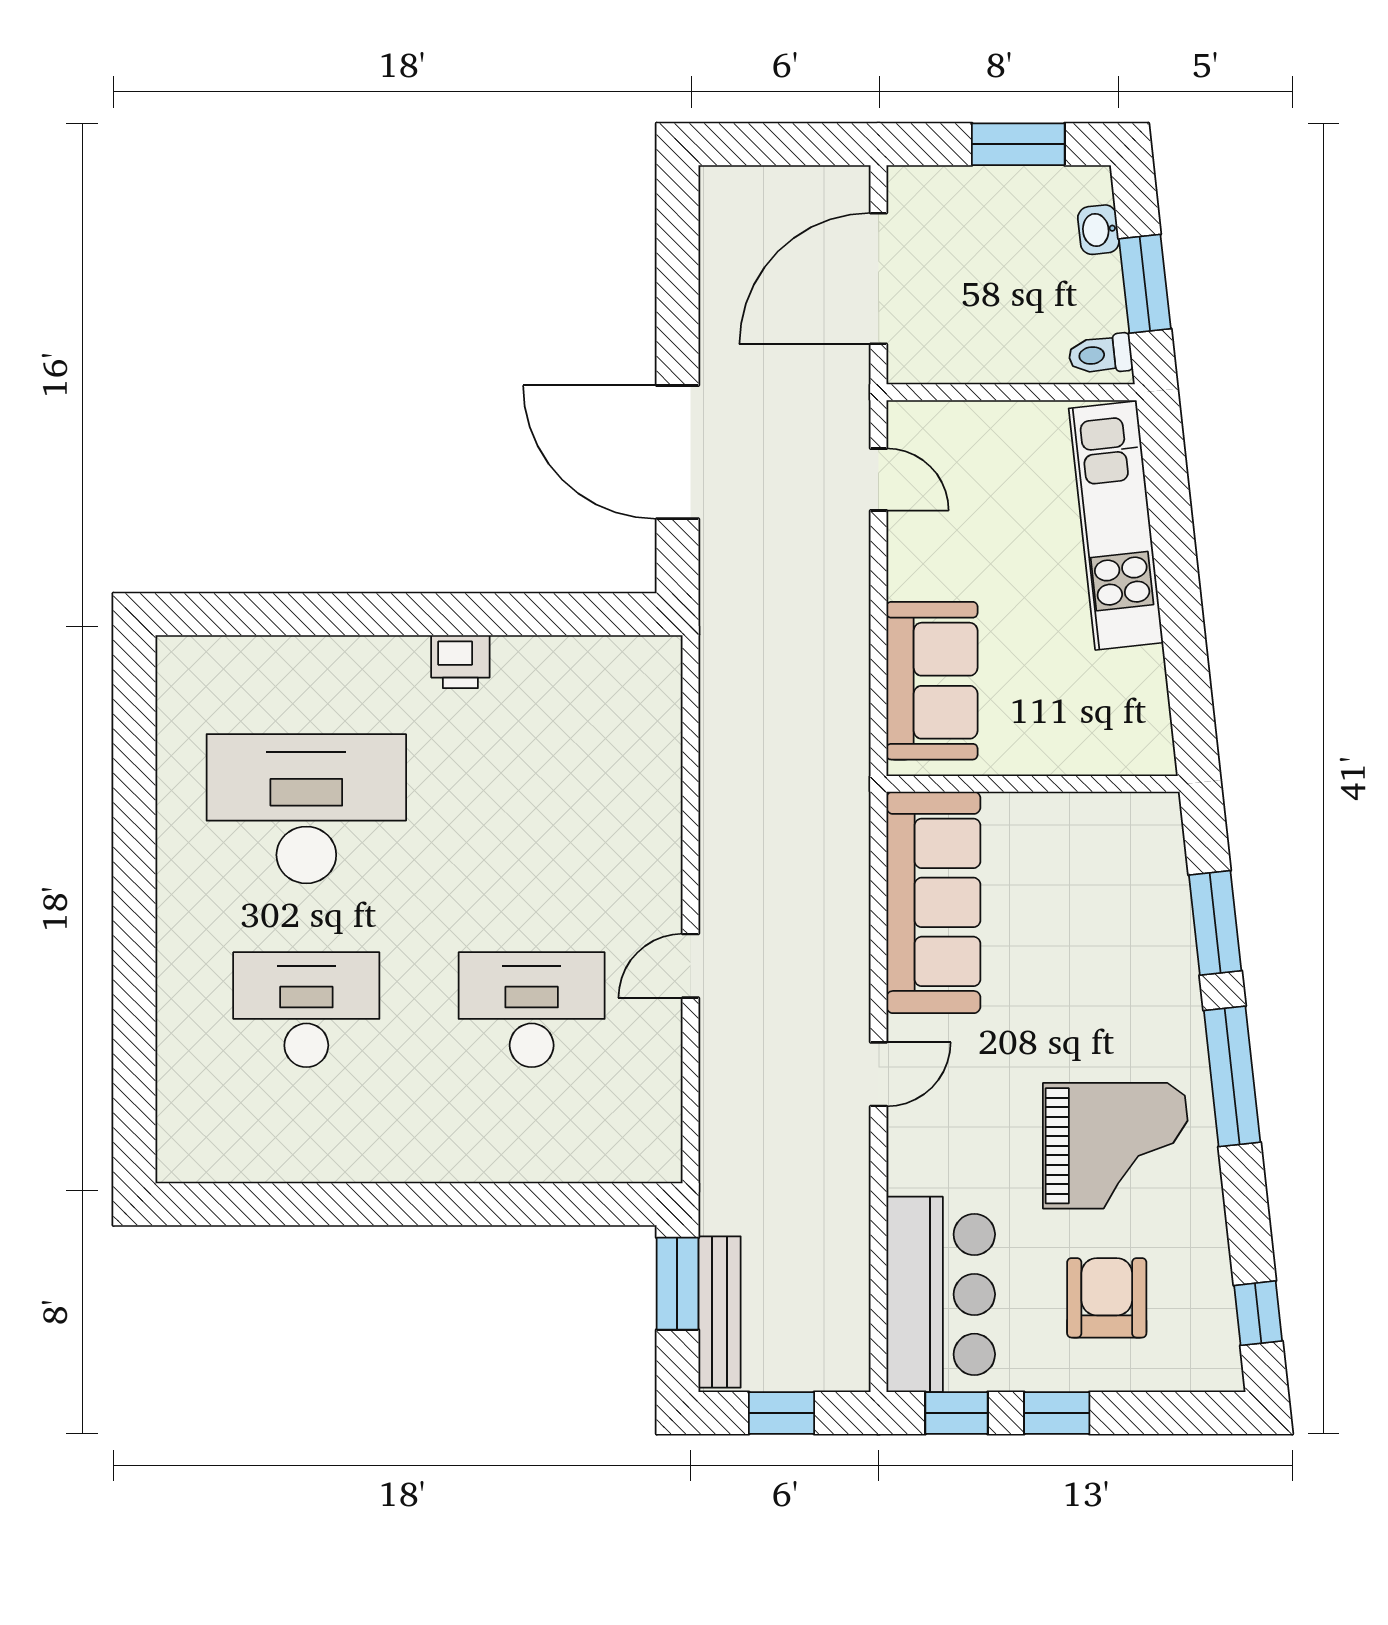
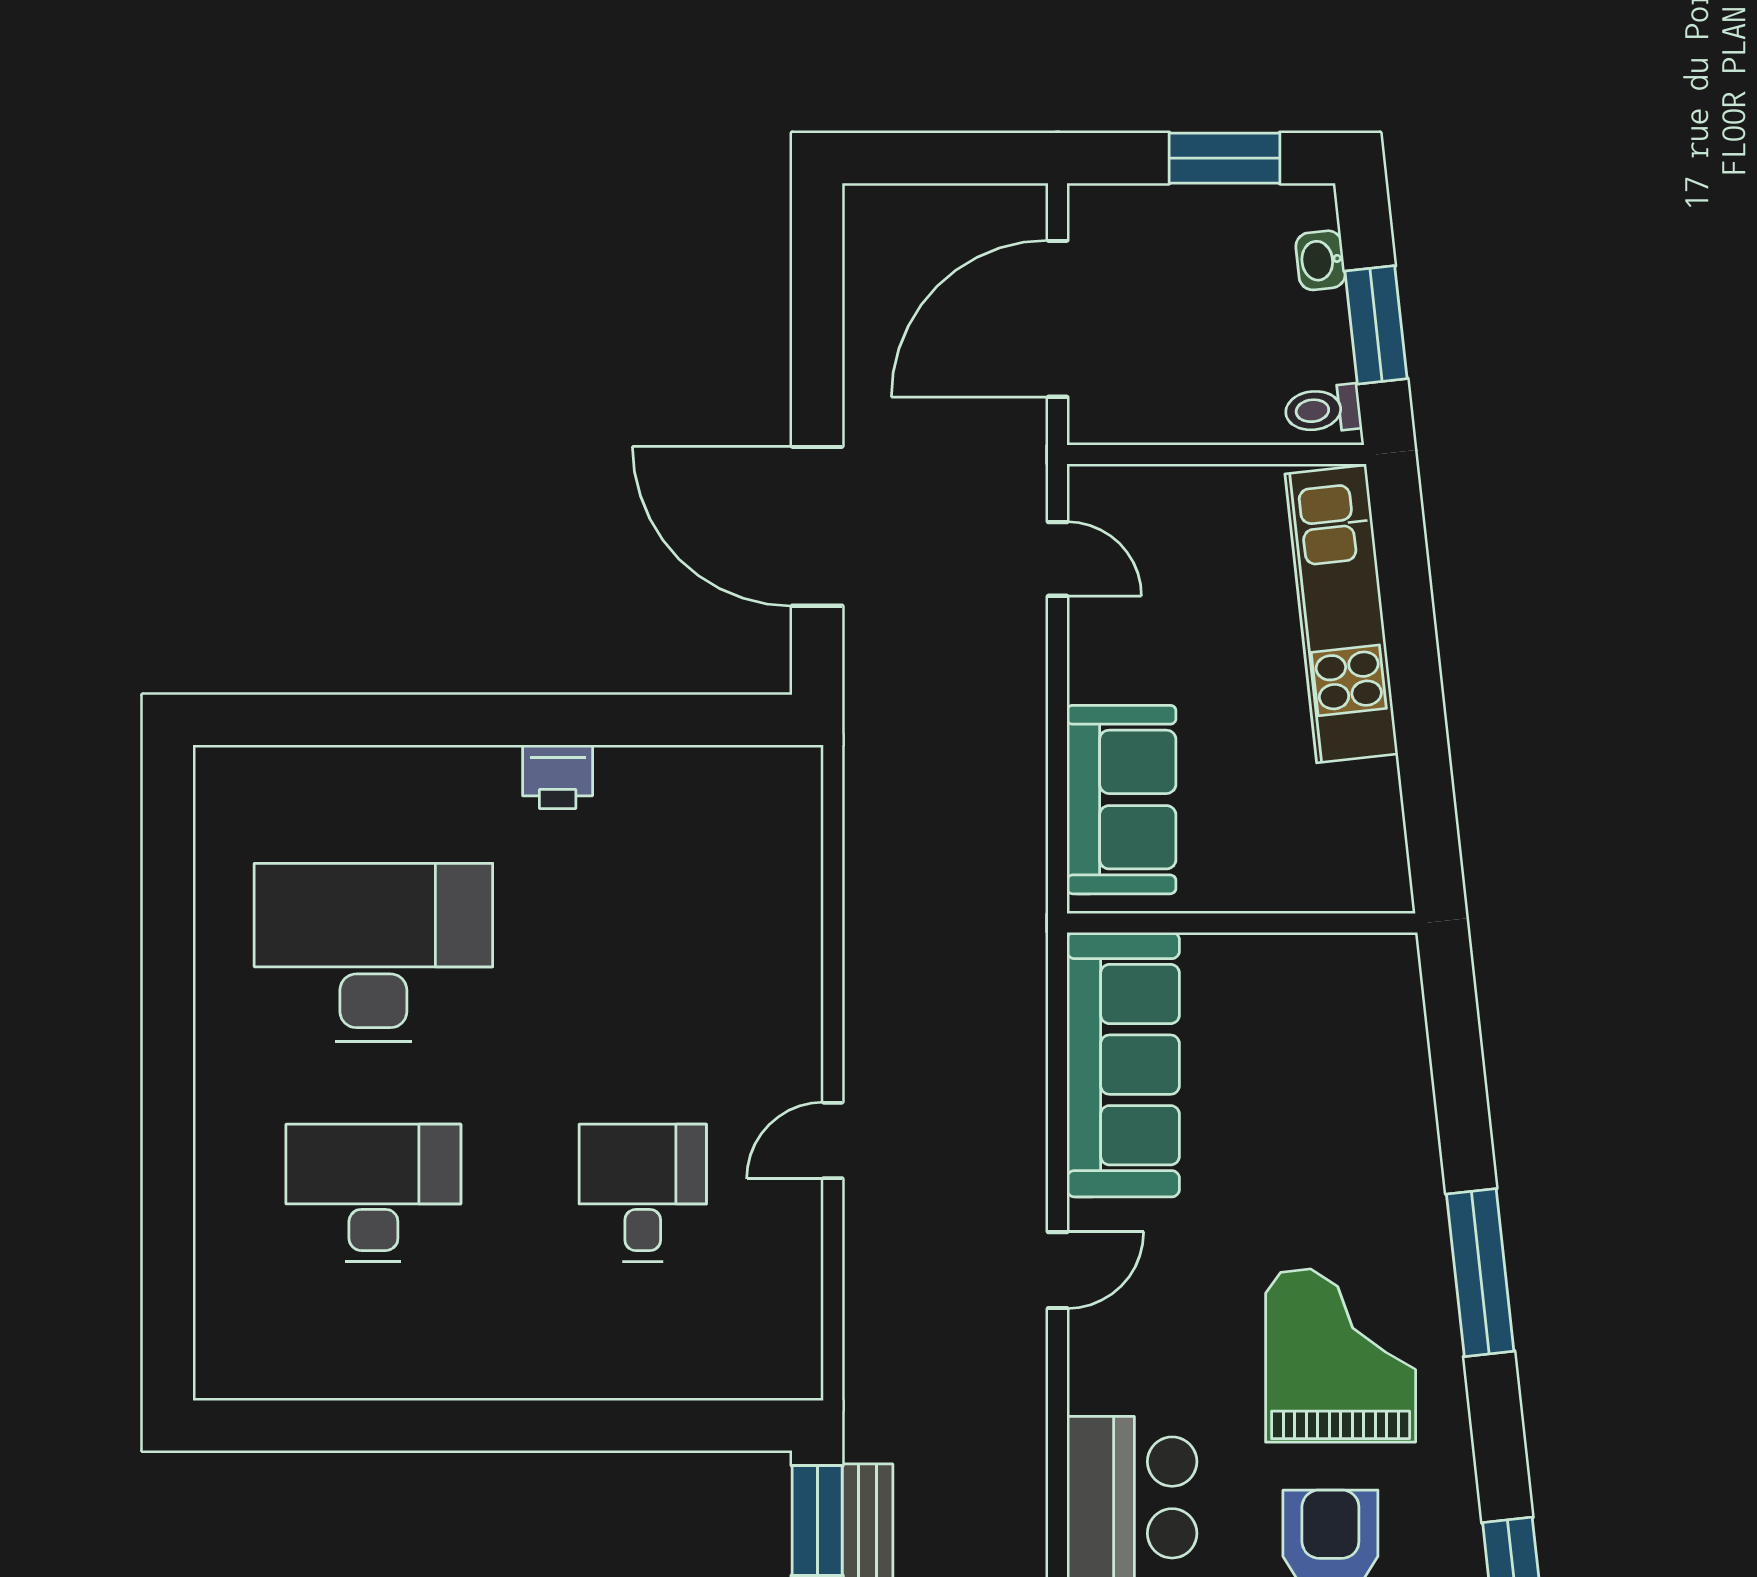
window: (1215, 923) -> (1460, 1089), removed
desk: (532, 1010) -> (643, 1193), width x0.73
grand piano: (1115, 1146) -> (1341, 1356), turned -90

